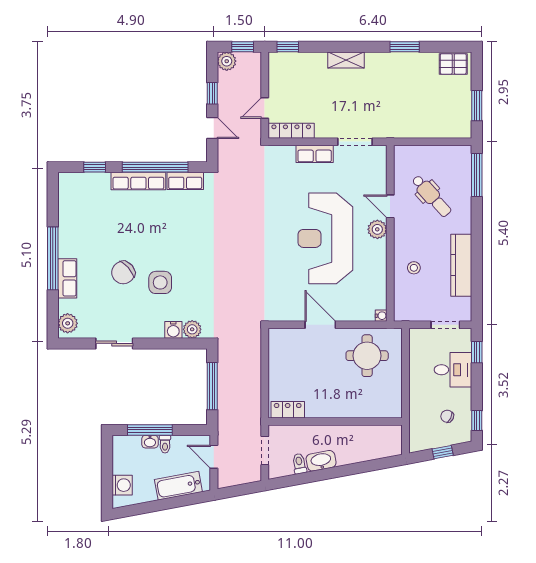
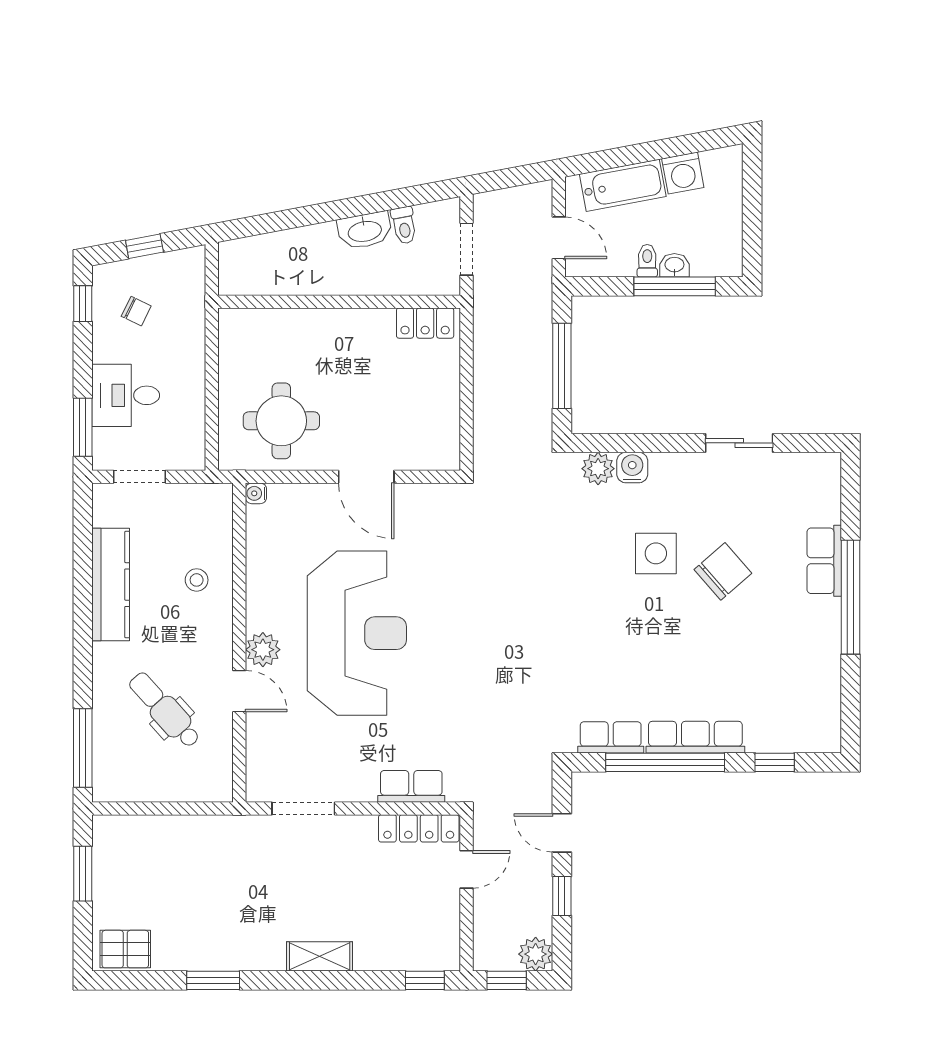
row of seats: (315, 154) -> (411, 786), moved
plant: (68, 323) -> (823, 480), removed
window: (477, 352) -> (83, 427), width x1.50
washing machine: (122, 485) -> (683, 173), moved, turned -101

